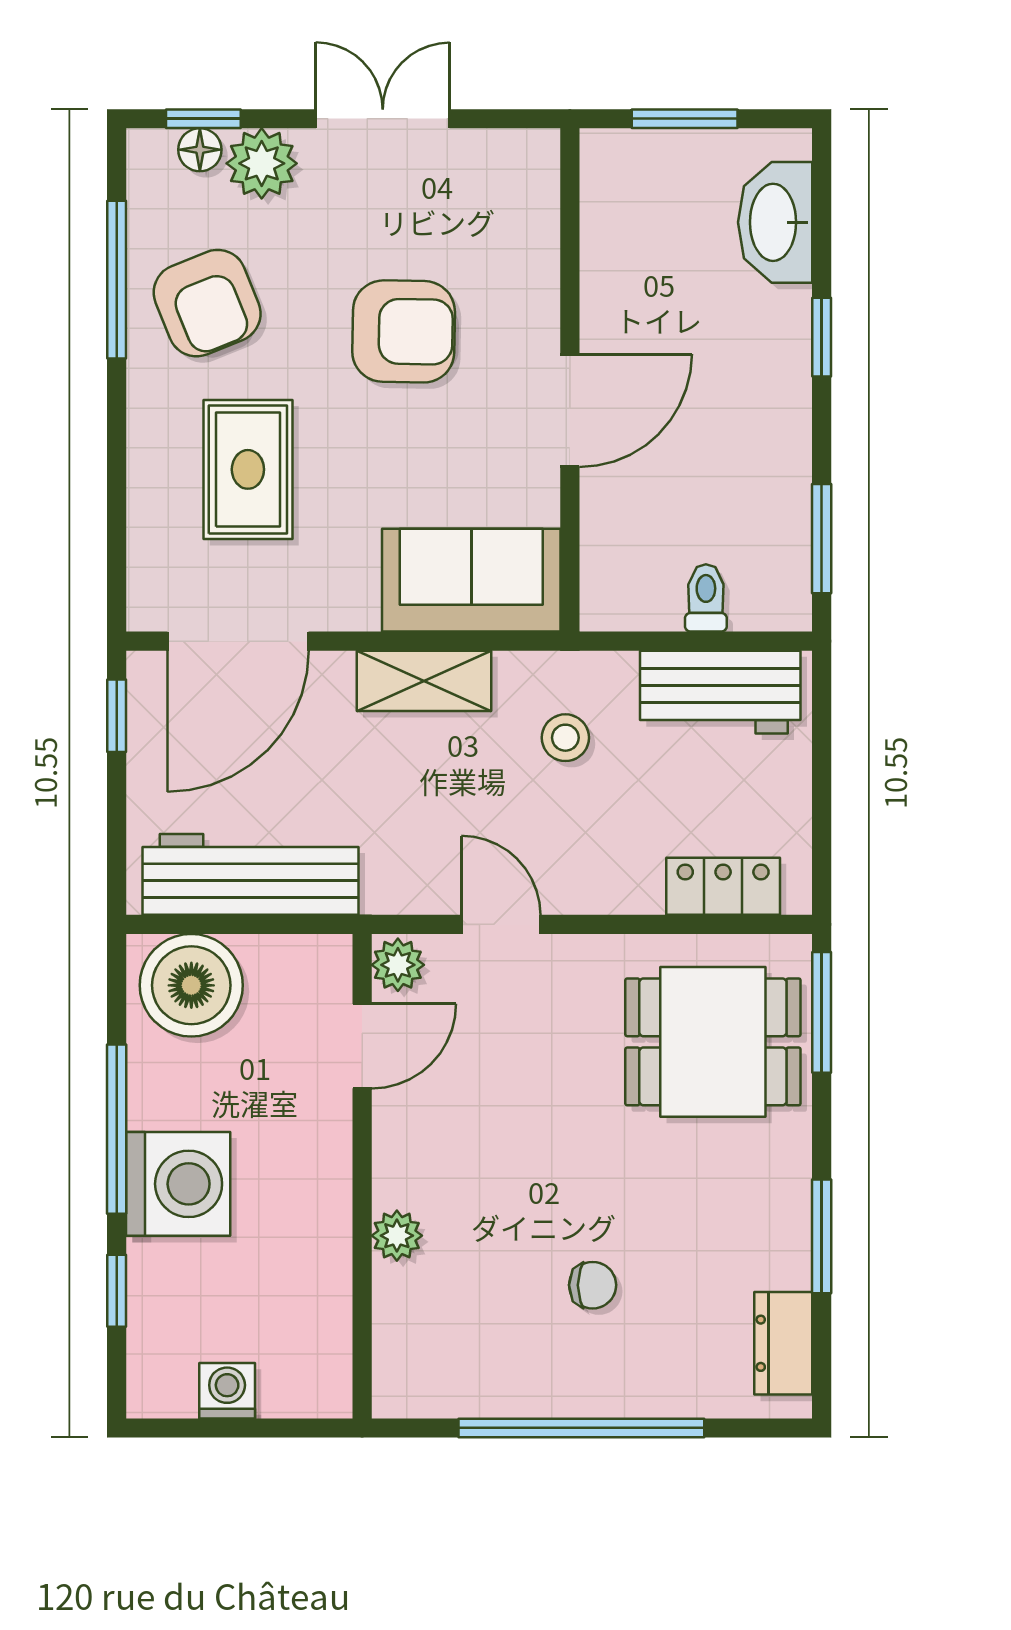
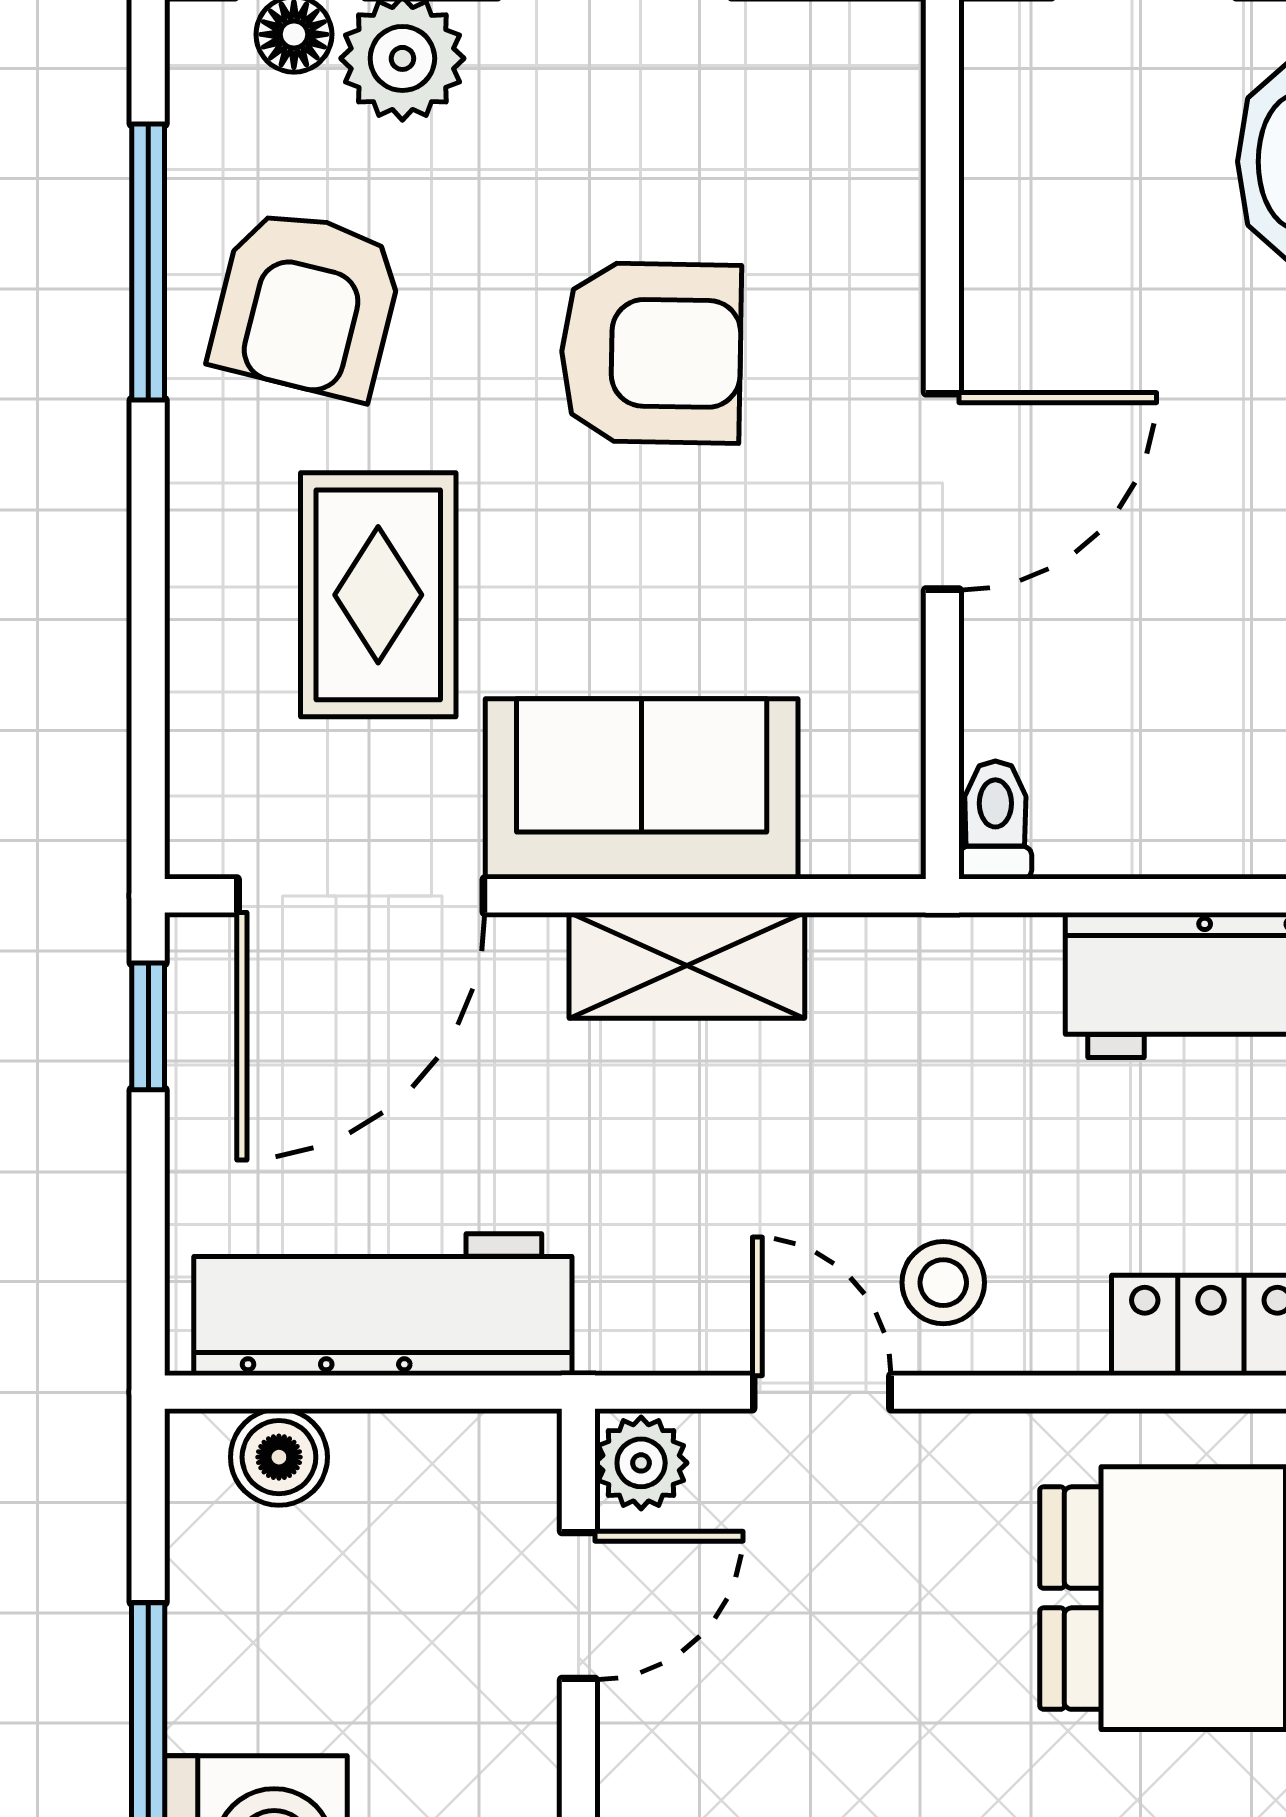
armchair: (207, 303) -> (307, 303), turned 36
sofa: (471, 580) -> (642, 789), moved
toilet: (706, 598) -> (995, 820), moved
stool: (565, 738) -> (943, 1283), moved
boiler: (191, 985) -> (279, 1457), width x0.54, depth x0.54

